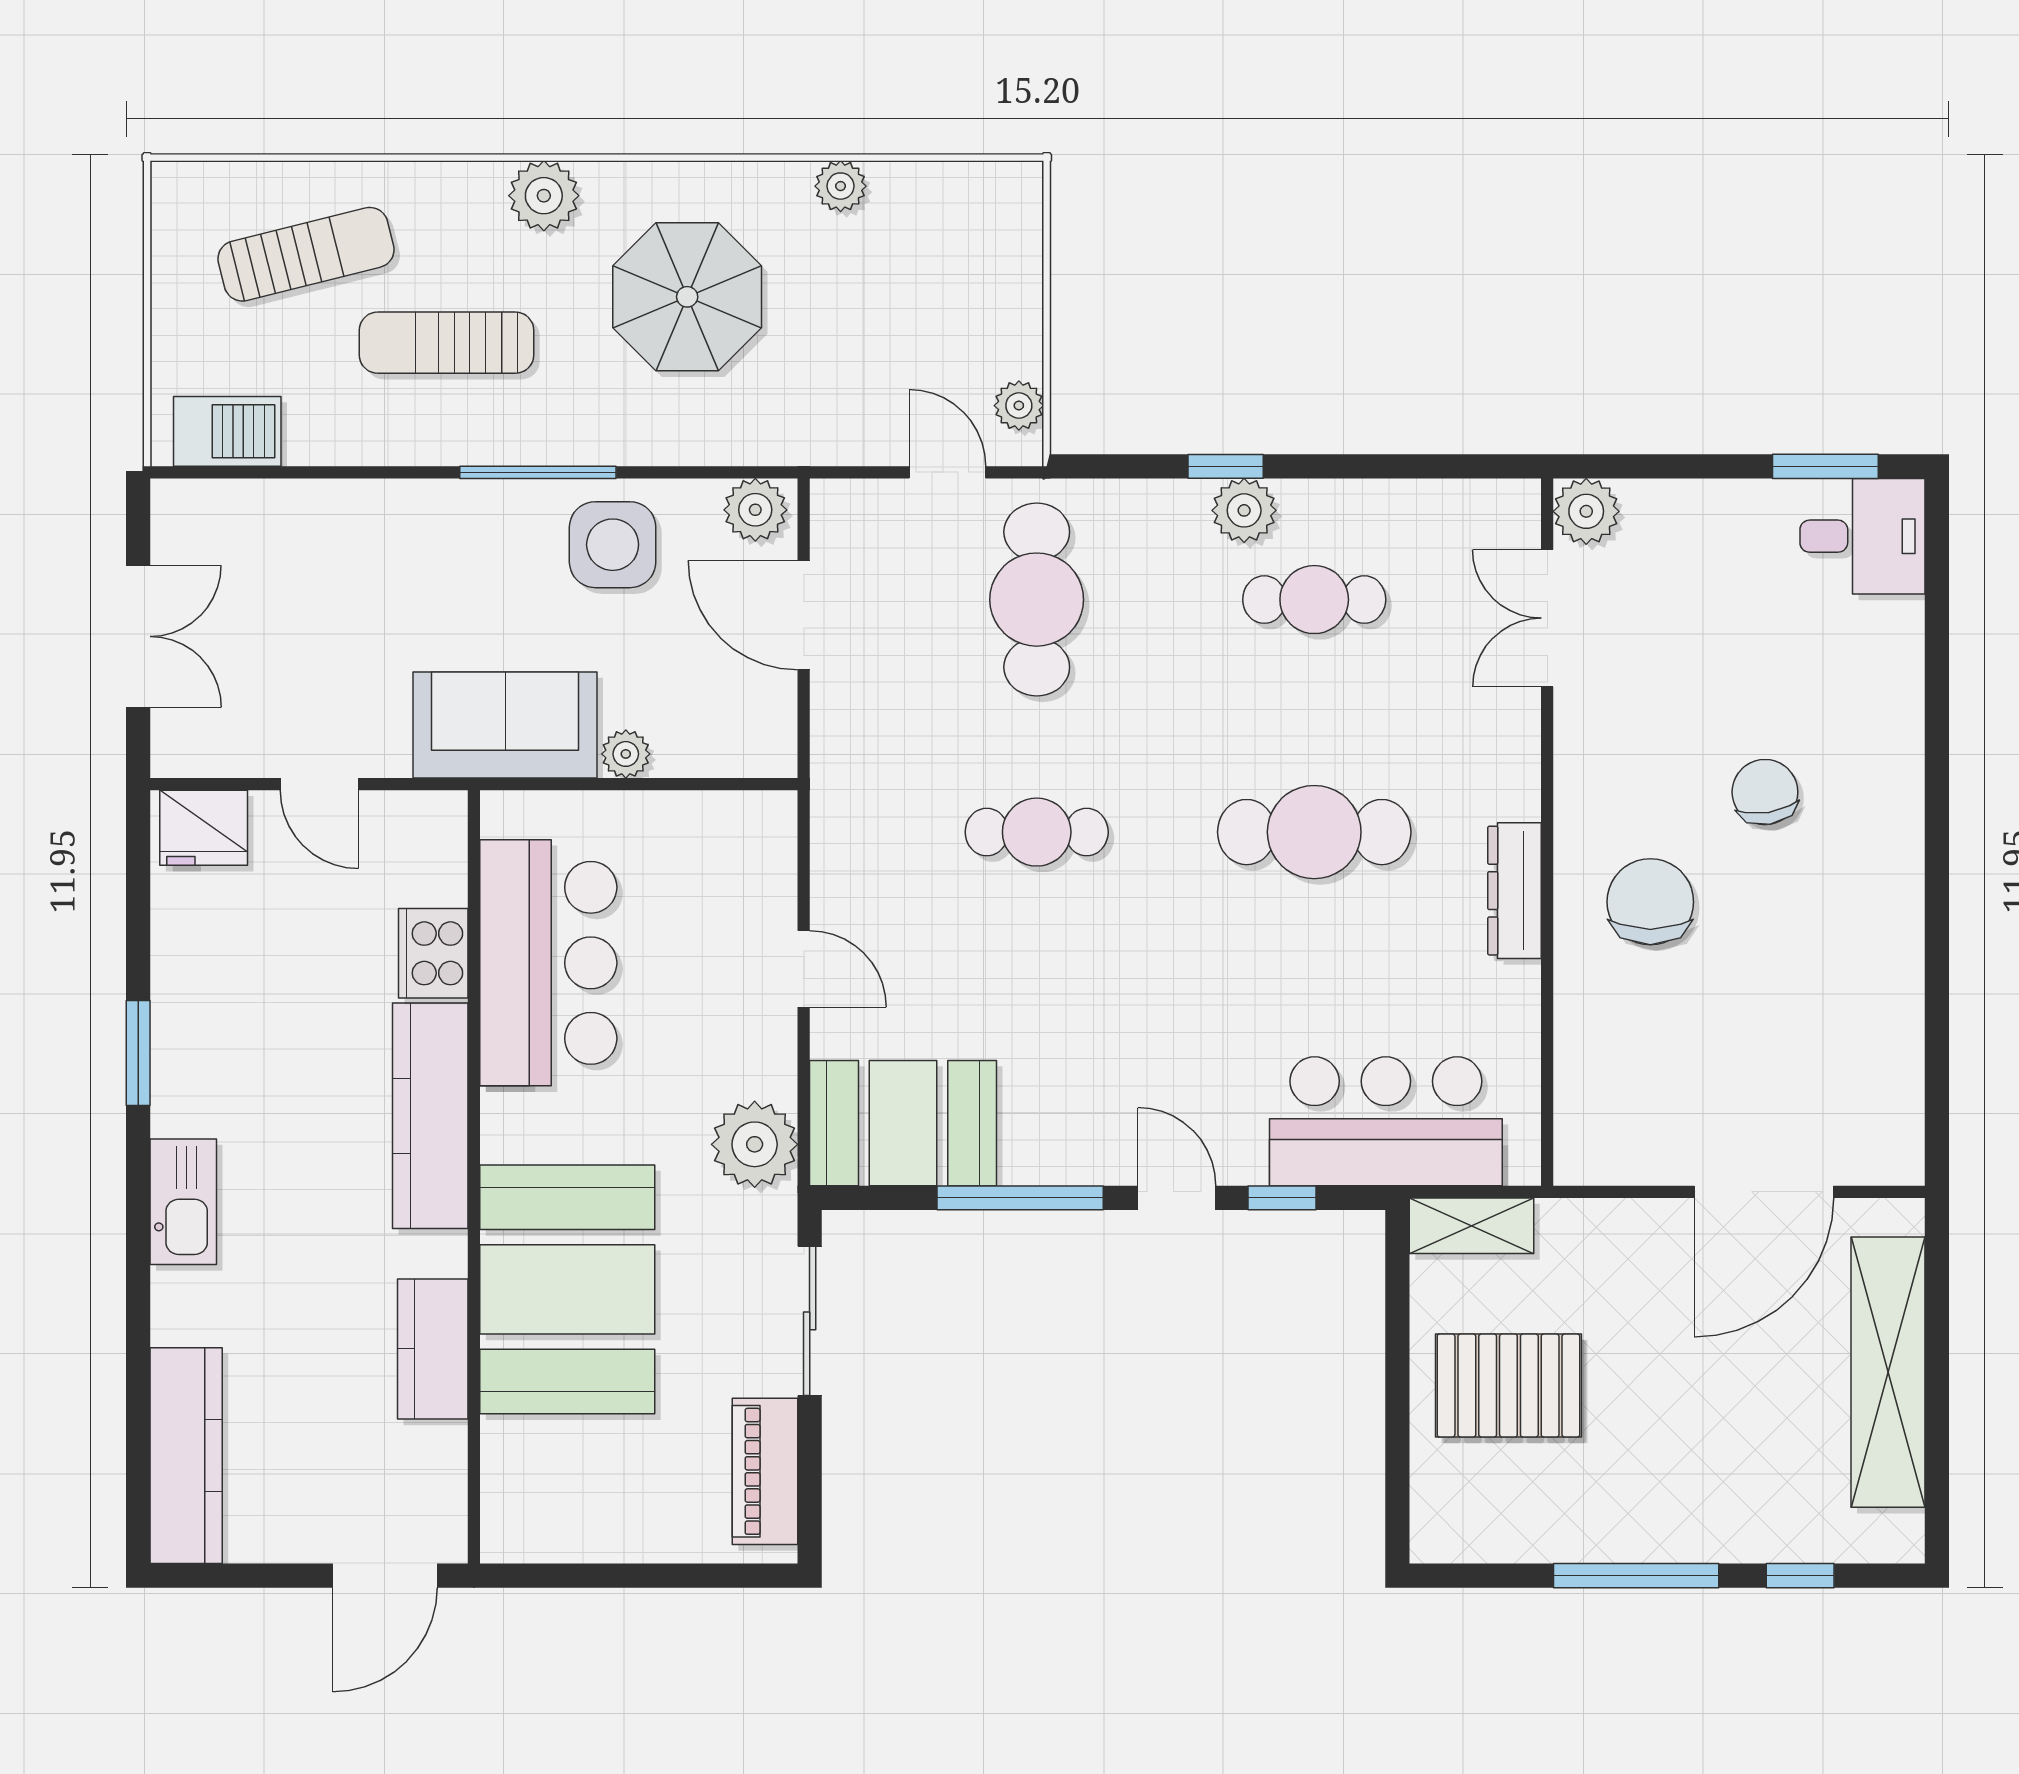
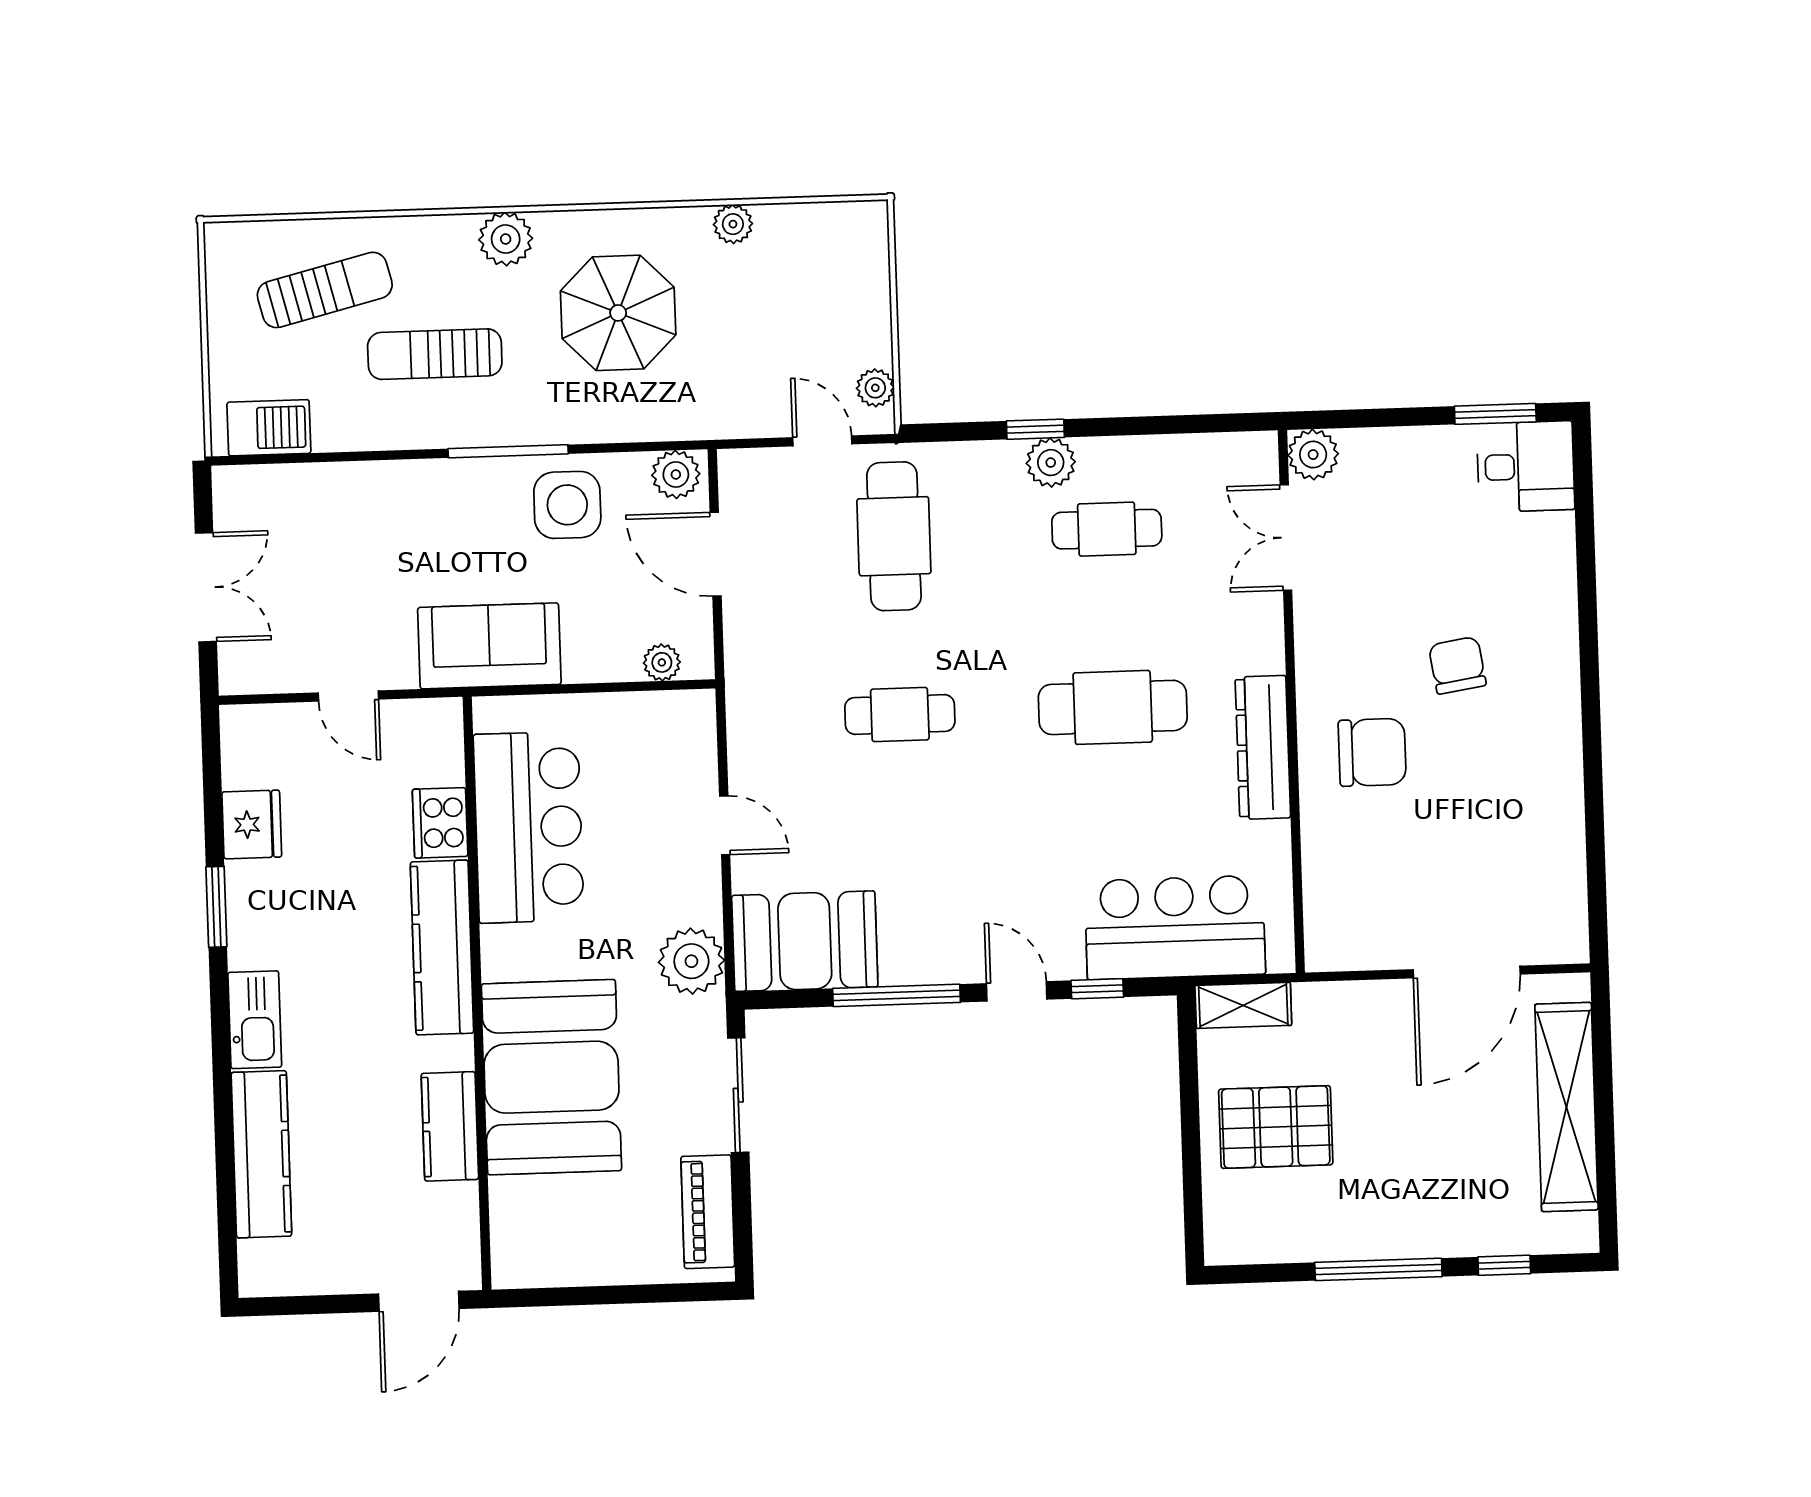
plant: (626, 754) -> (662, 662), moved
fridge: (204, 828) -> (252, 824), moved, turned -90
dresser: (1515, 891) -> (1263, 747), width x1.37, depth x1.24
chair: (1650, 902) -> (1372, 752), turned 90
kitchen counter: (186, 1456) -> (261, 1154), moved

